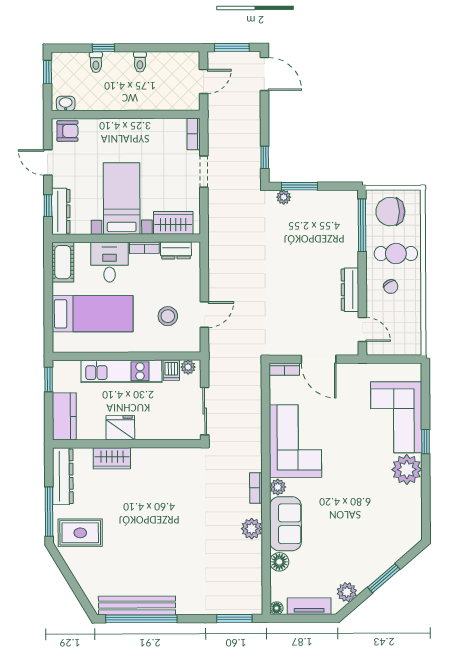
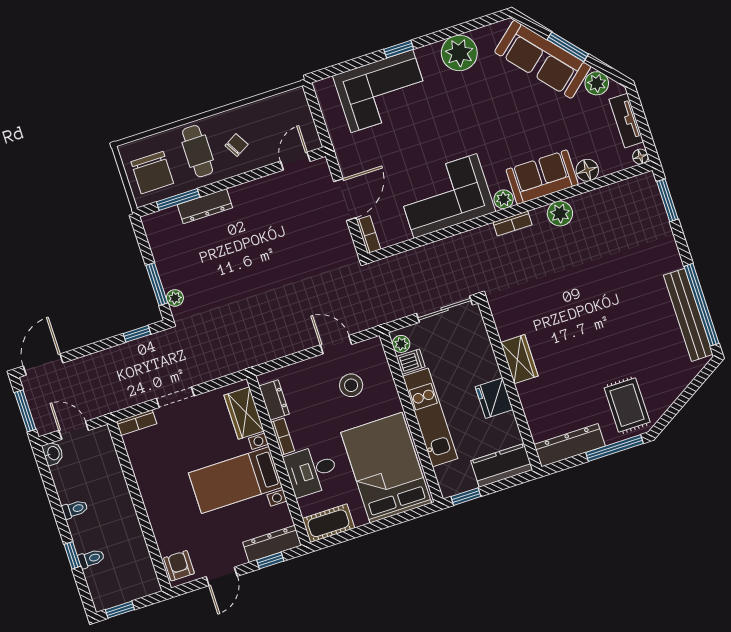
washbasin: (66, 103) -> (53, 453), moved, turned 180
window: (362, 225) -> (178, 200), width x0.69
dresser: (350, 290) -> (205, 206), moved
bed: (92, 314) -> (386, 468), width x1.50
wardrobe: (112, 458) -> (519, 359), moved
plant: (407, 469) -> (459, 53), moved
sofa: (380, 555) -> (543, 59), added

